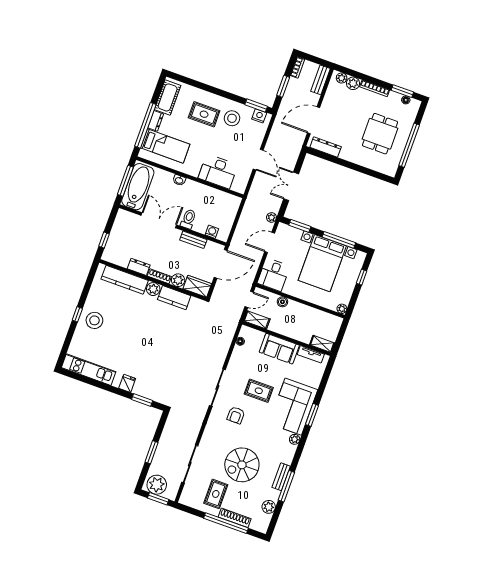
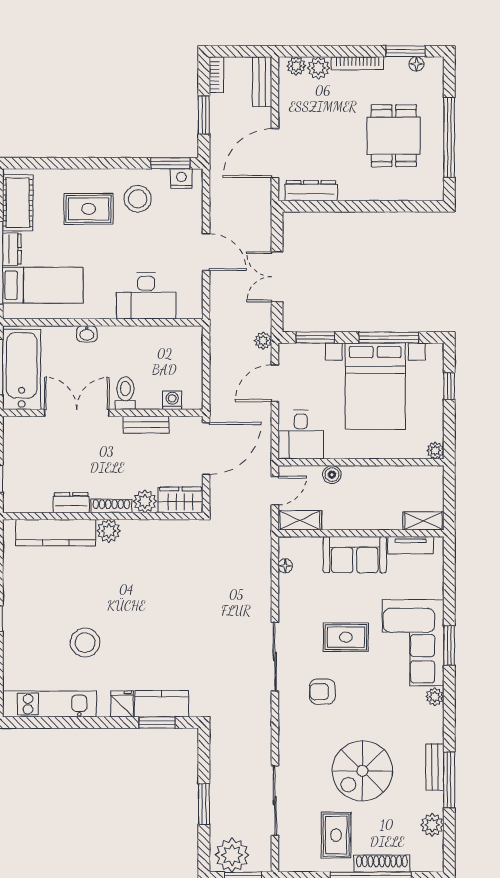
kitchen counter: (174, 298) -> (162, 704), moved, turned 180
stool: (94, 320) -> (85, 642), moved
armchair: (236, 415) -> (322, 692), turned 90

